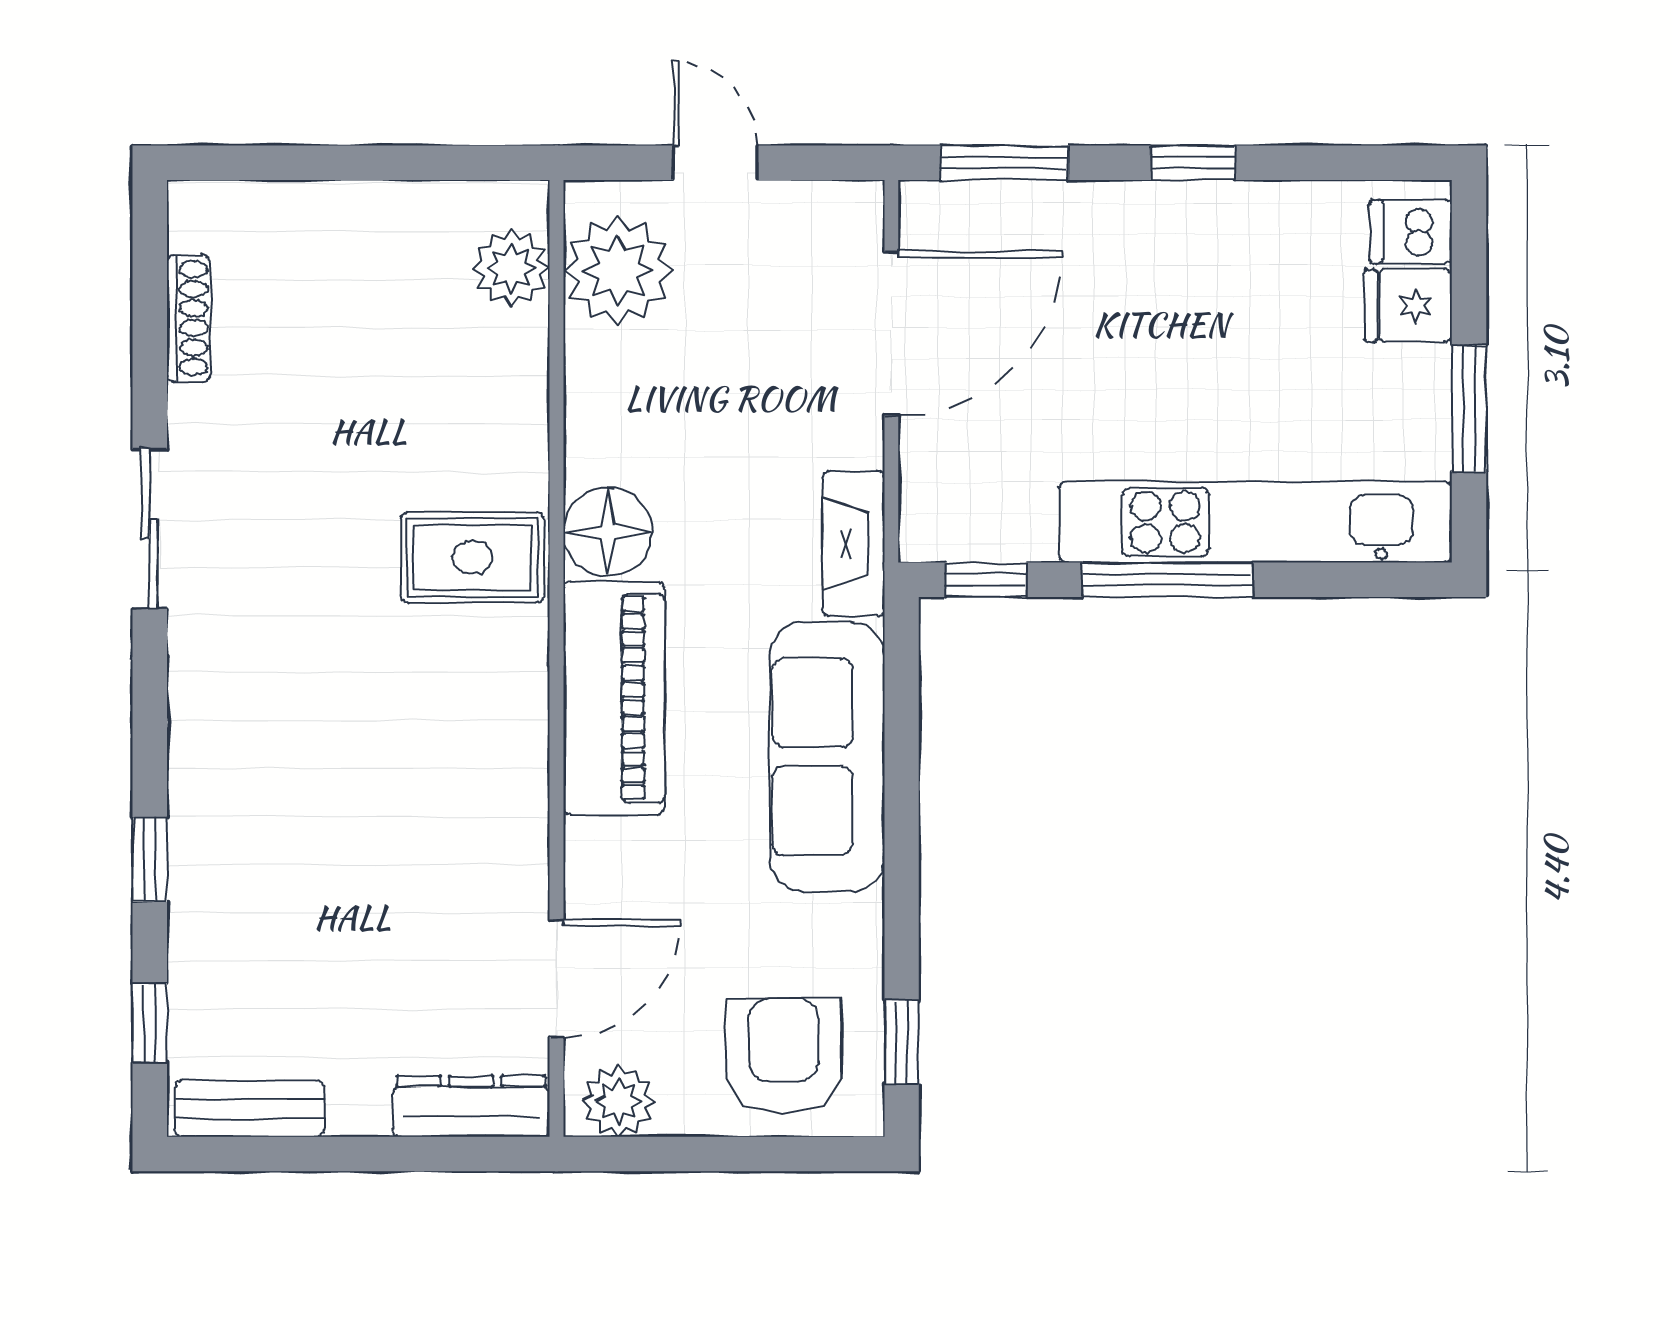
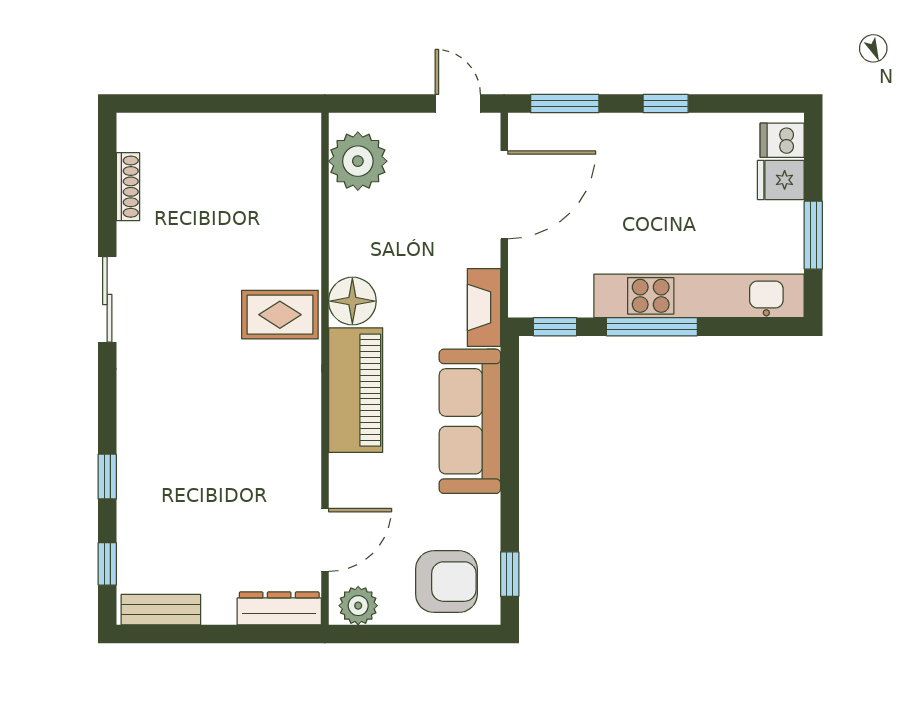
door: (715, 163) -> (458, 104), moved
plant: (511, 268) -> (301, 160), removed
armchair: (784, 1056) -> (446, 582), turned 90

